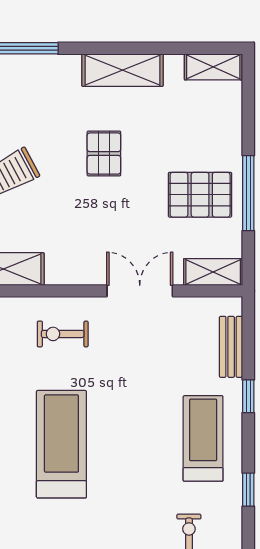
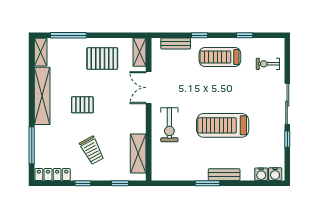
shelving: (122, 70) -> (42, 96), width x1.47
window: (248, 193) -> (68, 35), moved
pallet: (200, 195) -> (102, 58), turned 90
exercise bike: (63, 334) -> (169, 125), width x1.38, depth x1.39

